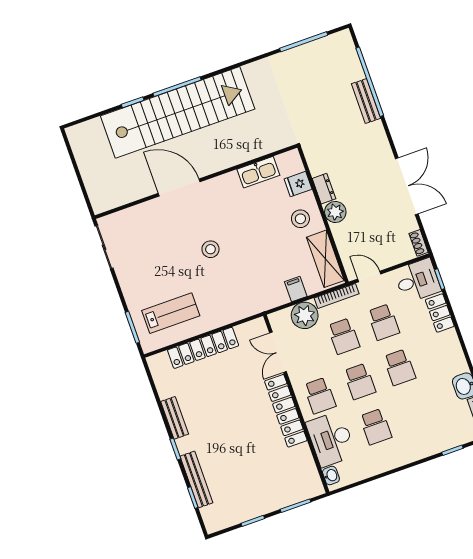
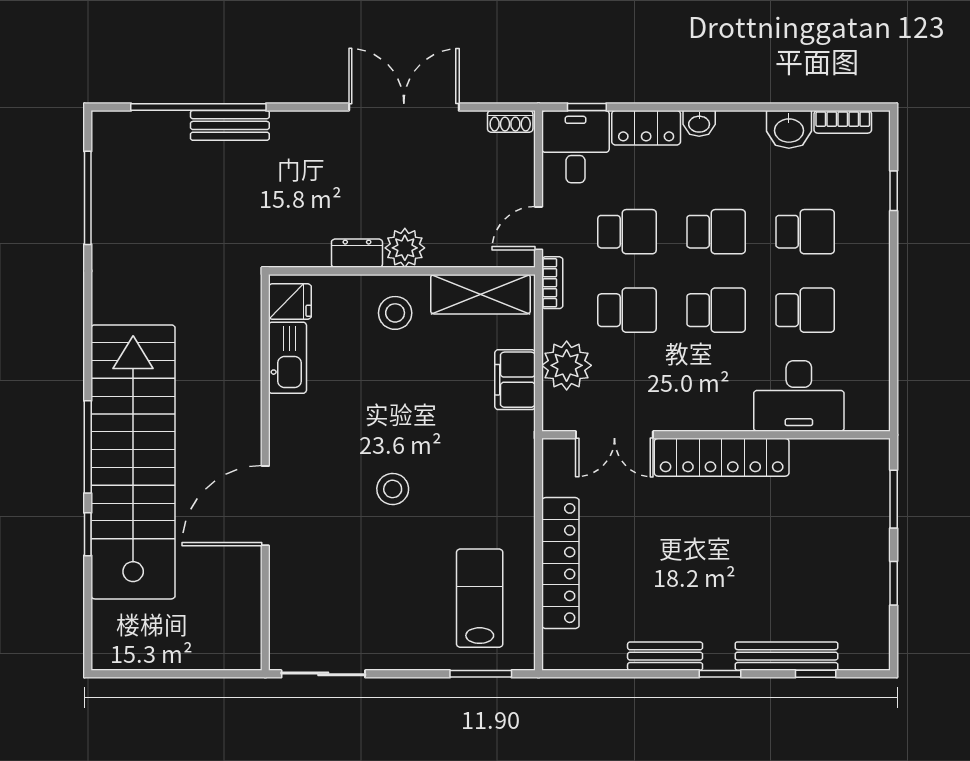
fridge: (298, 184) -> (290, 302), moved, turned -90
filing cabinet: (296, 289) -> (515, 380), width x2.00
bookcase: (337, 296) -> (552, 283), width x0.64
school desk: (320, 396) -> (805, 232), moved
washbasin: (331, 475) -> (699, 123), moved, turned 180

